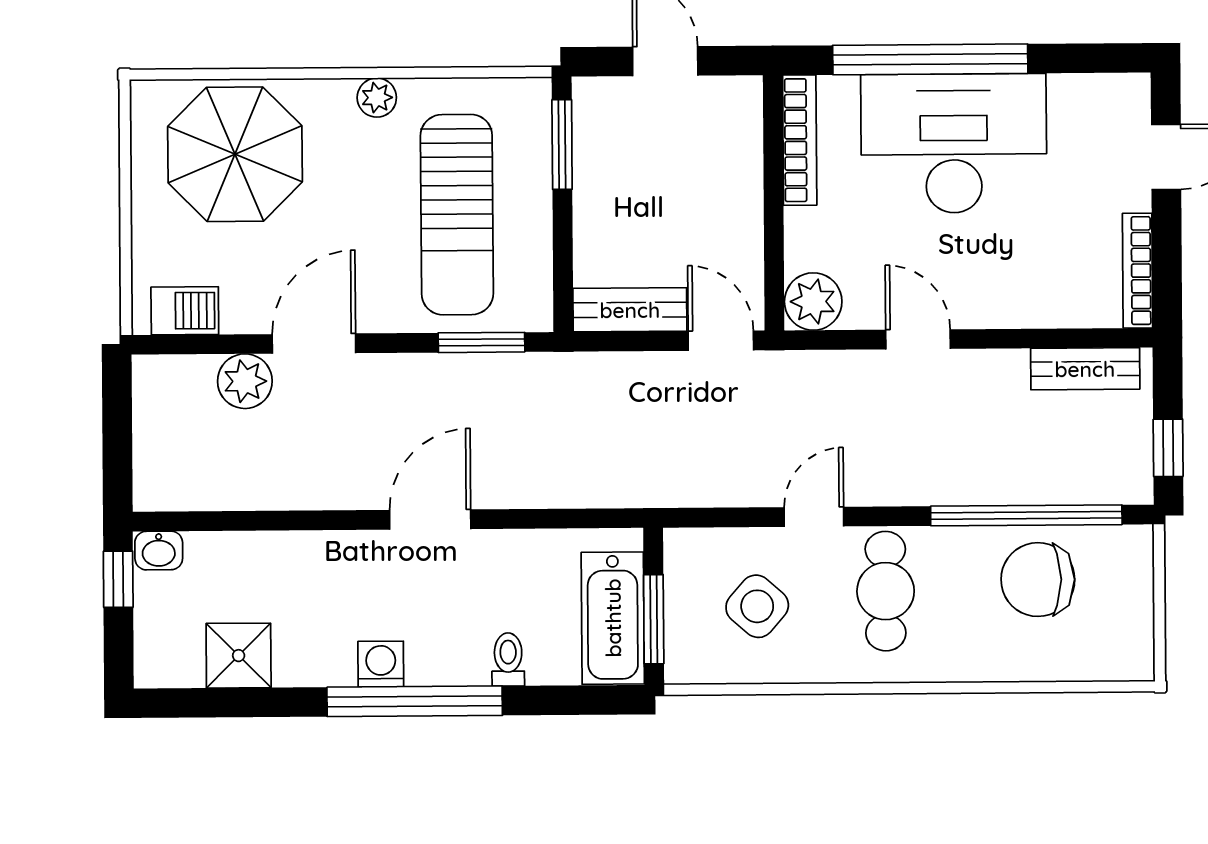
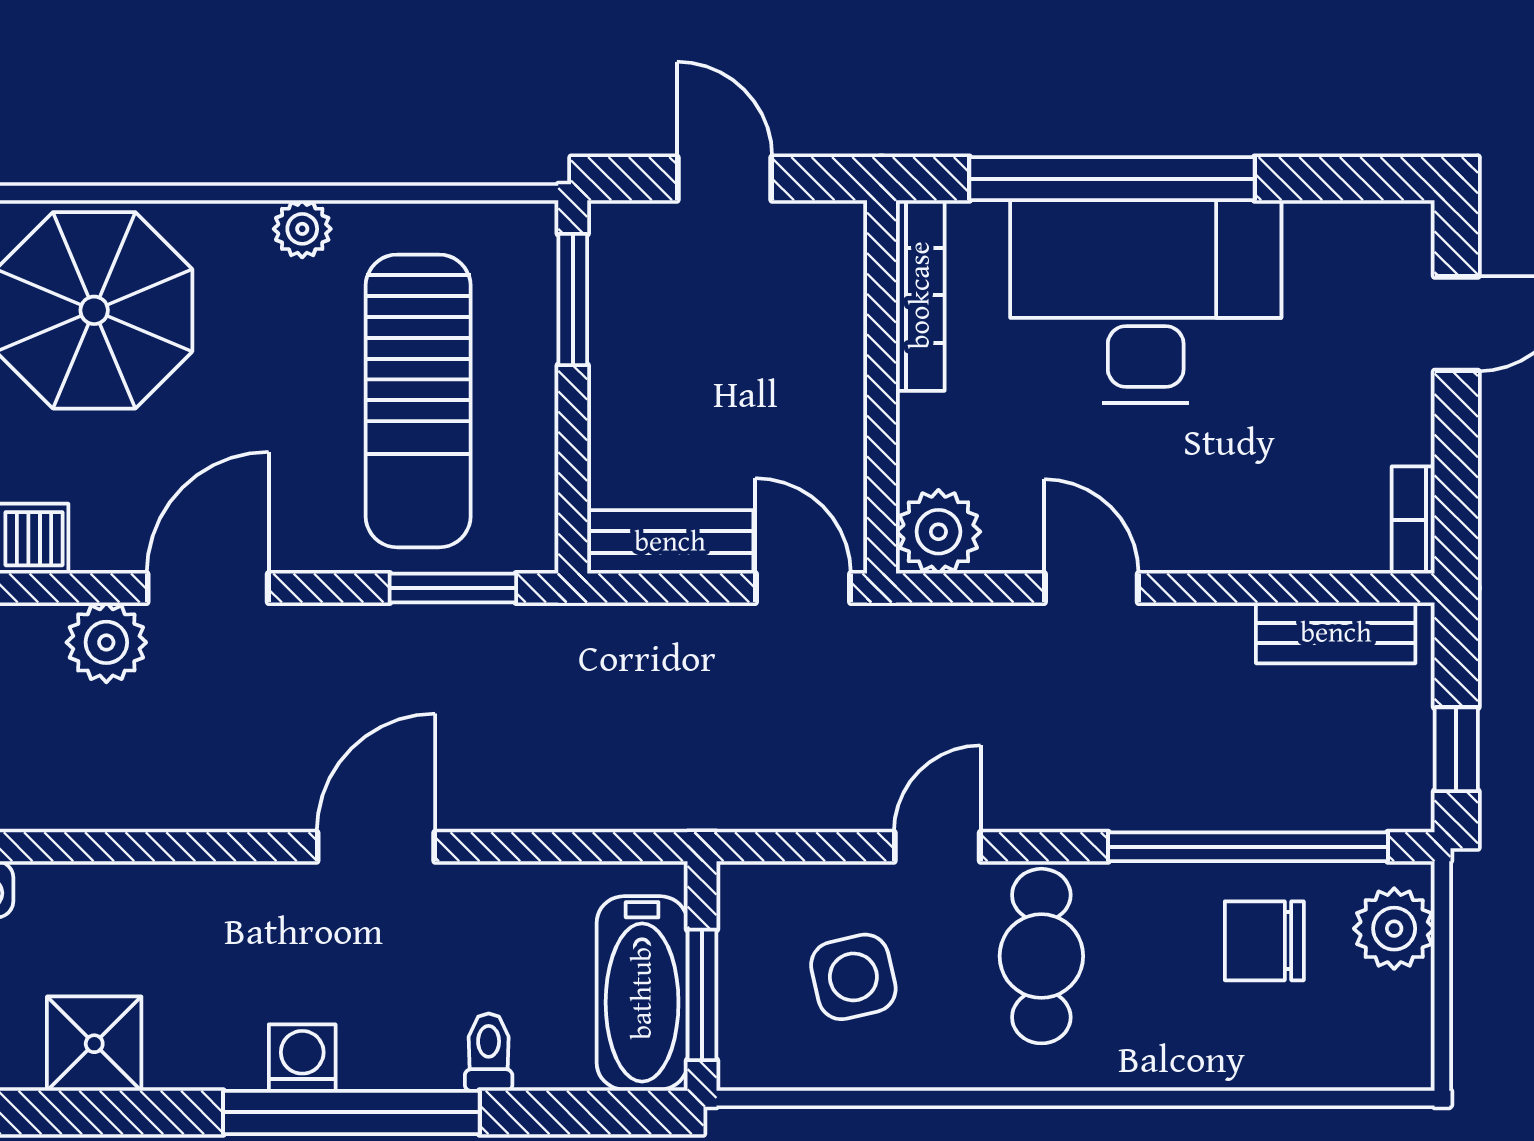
bookcase: (1138, 271) -> (1413, 520), width x0.64
plant: (1127, 571) -> (1394, 929), added
chair: (1038, 580) -> (1264, 941), width x0.73, depth x0.73
side table: (757, 606) -> (853, 977), turned 36

